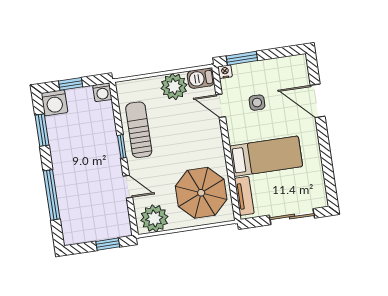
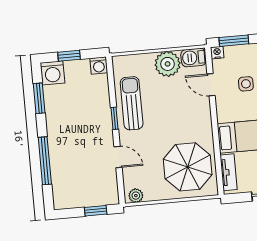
plant: (154, 218) -> (136, 196), width x0.53, depth x0.53

